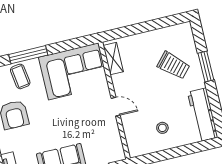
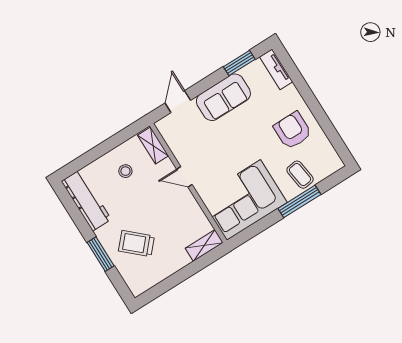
shelving: (113, 59) -> (204, 245), moved, turned 90
shelving: (133, 141) -> (153, 145), added

